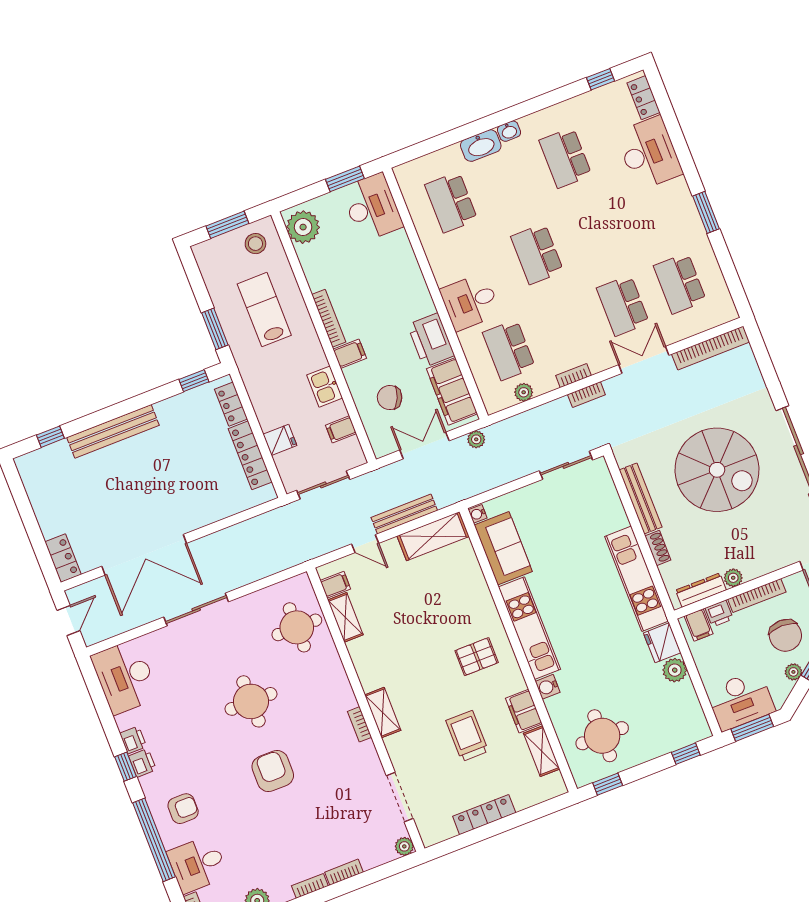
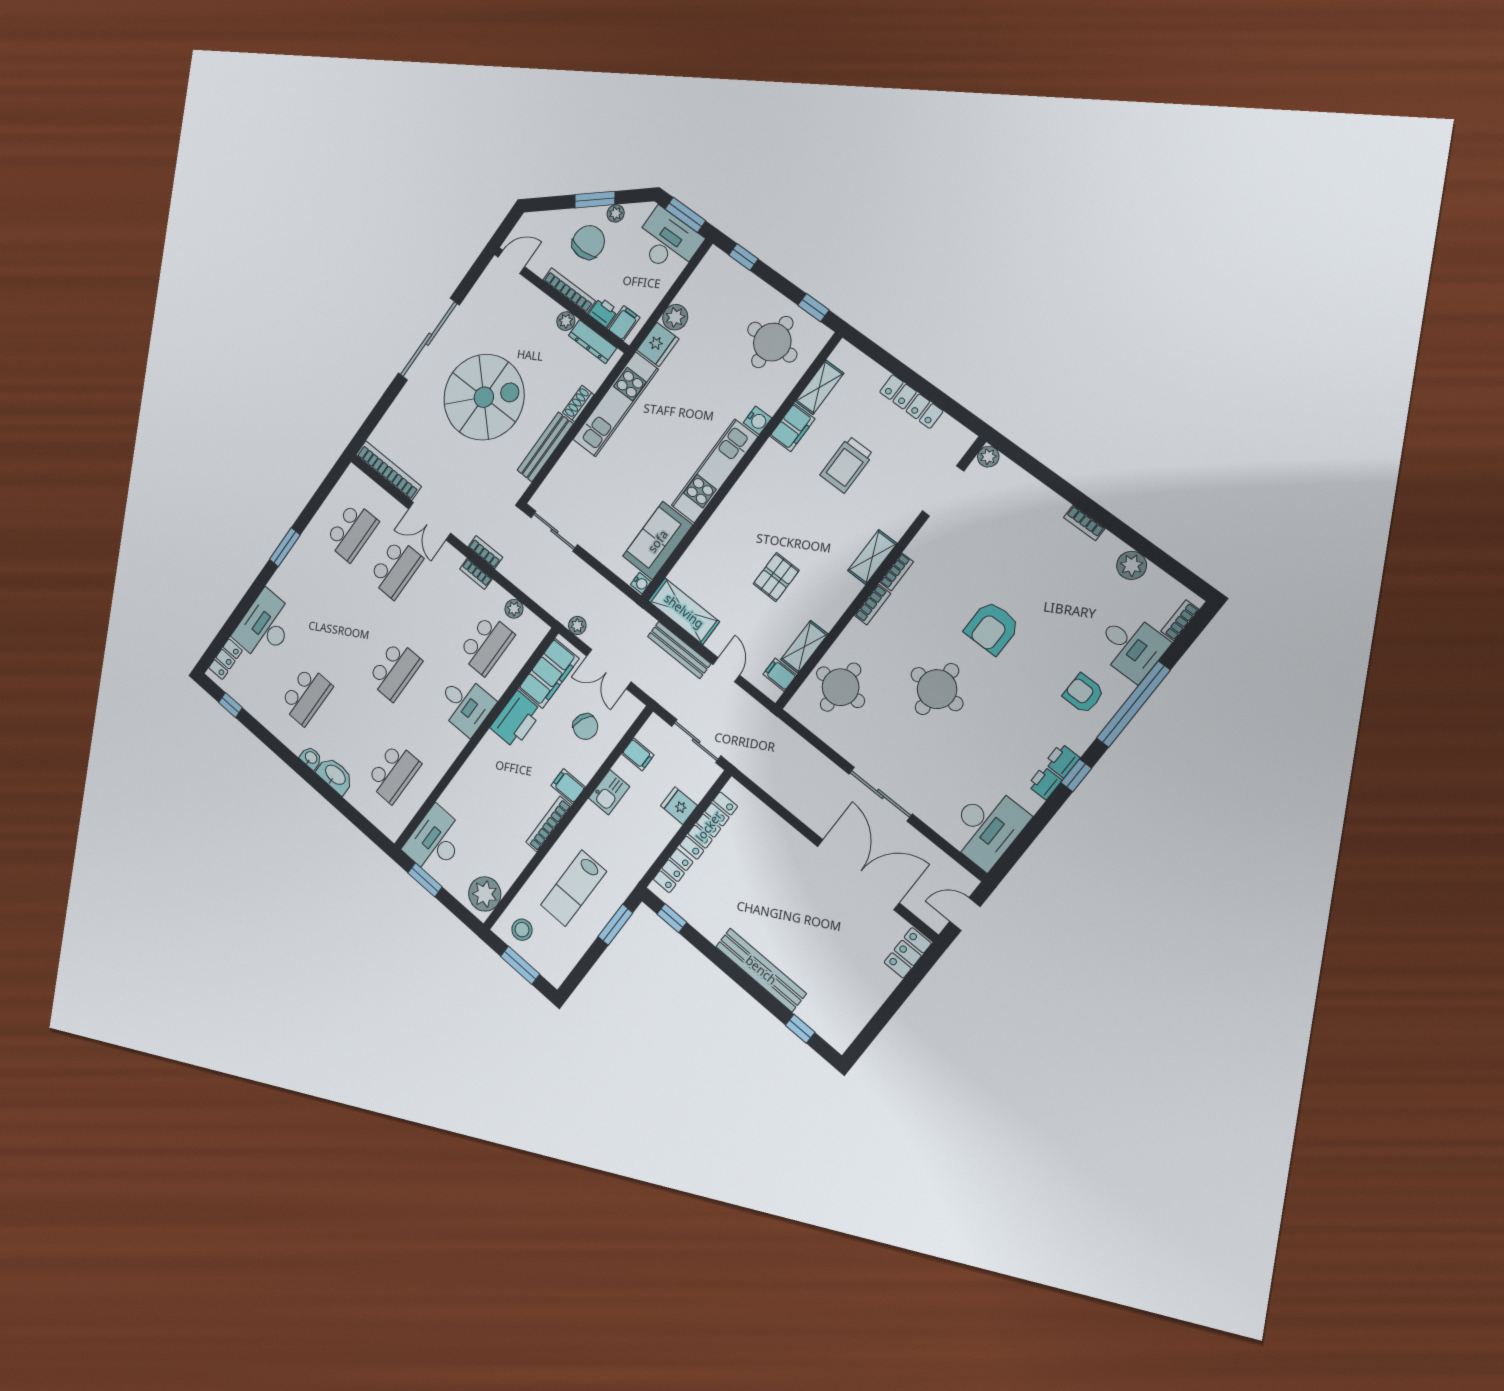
spiral stairs: (717, 470) -> (484, 397), turned 90
pallet: (477, 657) -> (776, 577), moved, turned 90
bookcase: (344, 872) -> (872, 604), moved, turned -90

